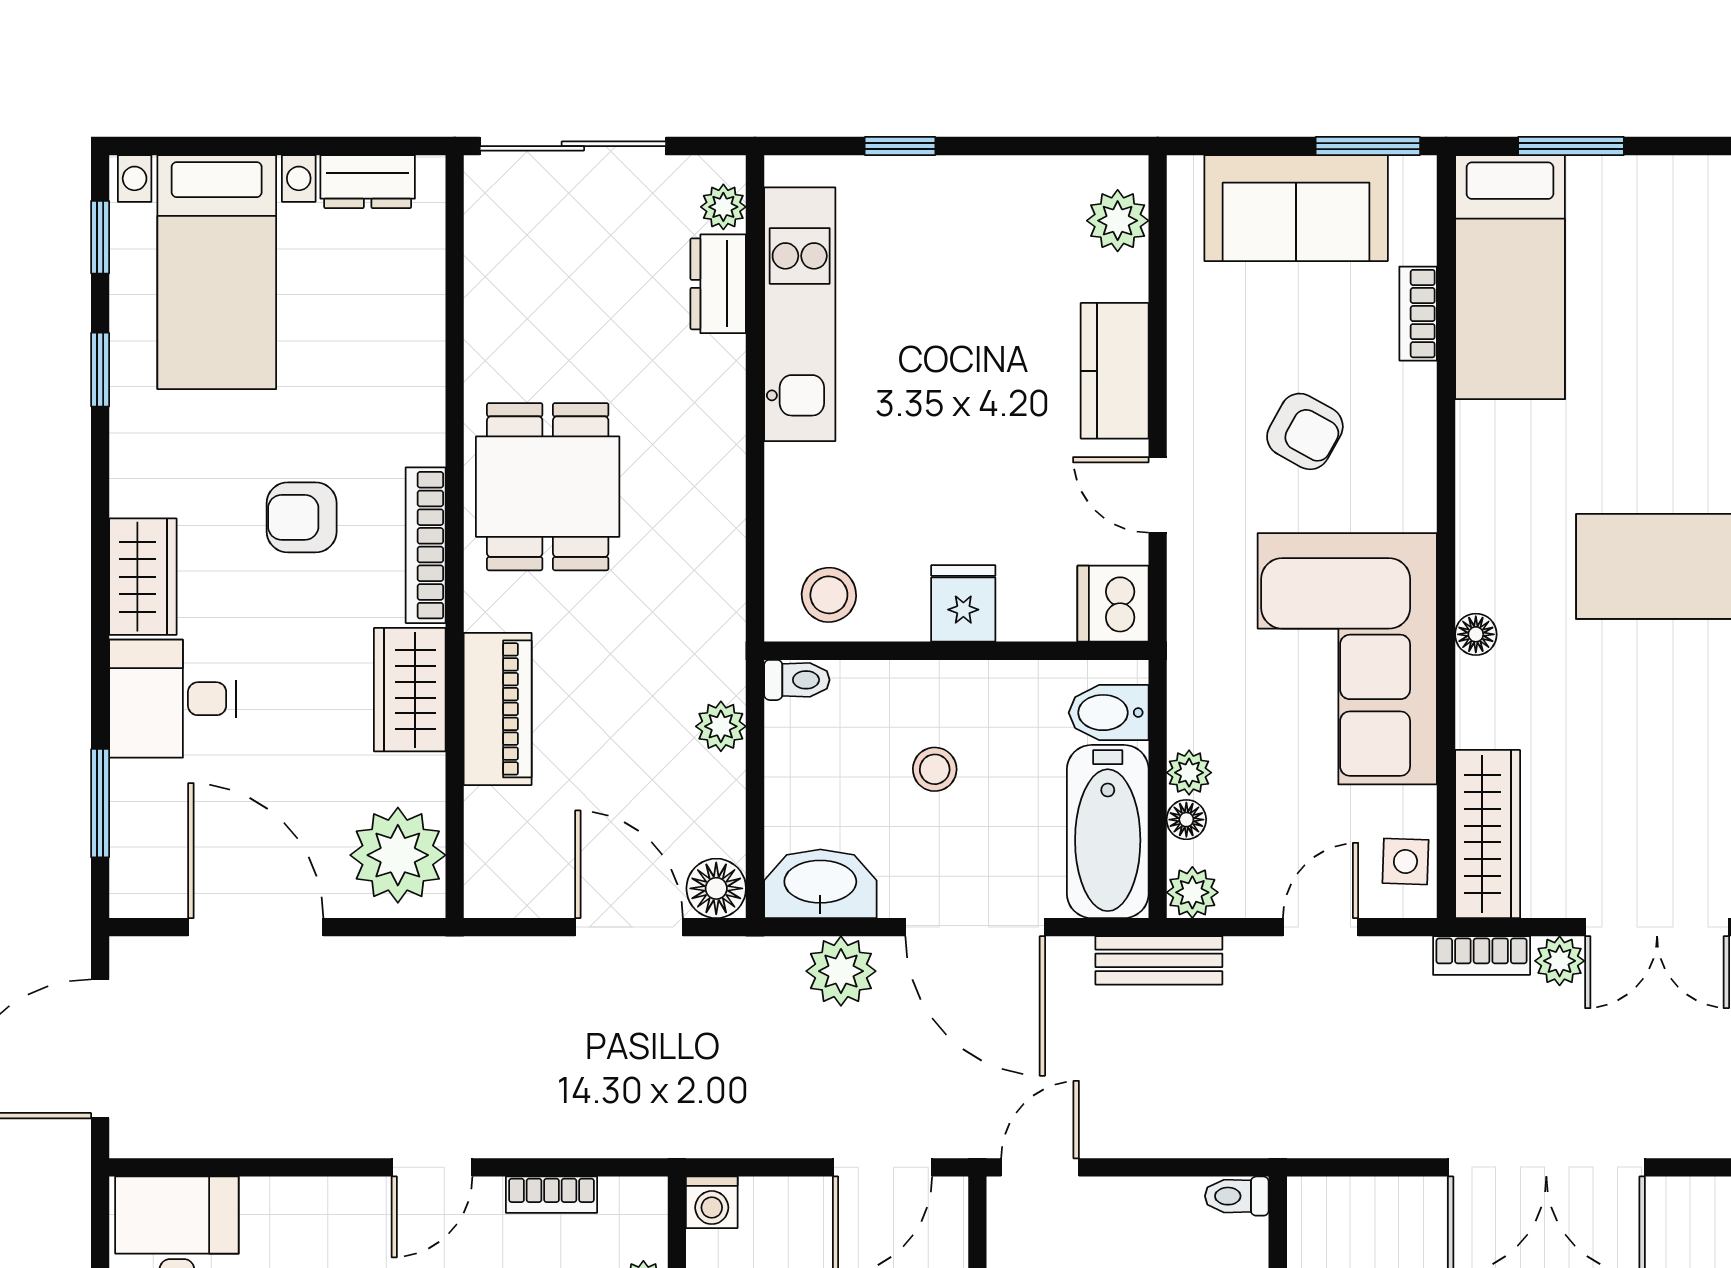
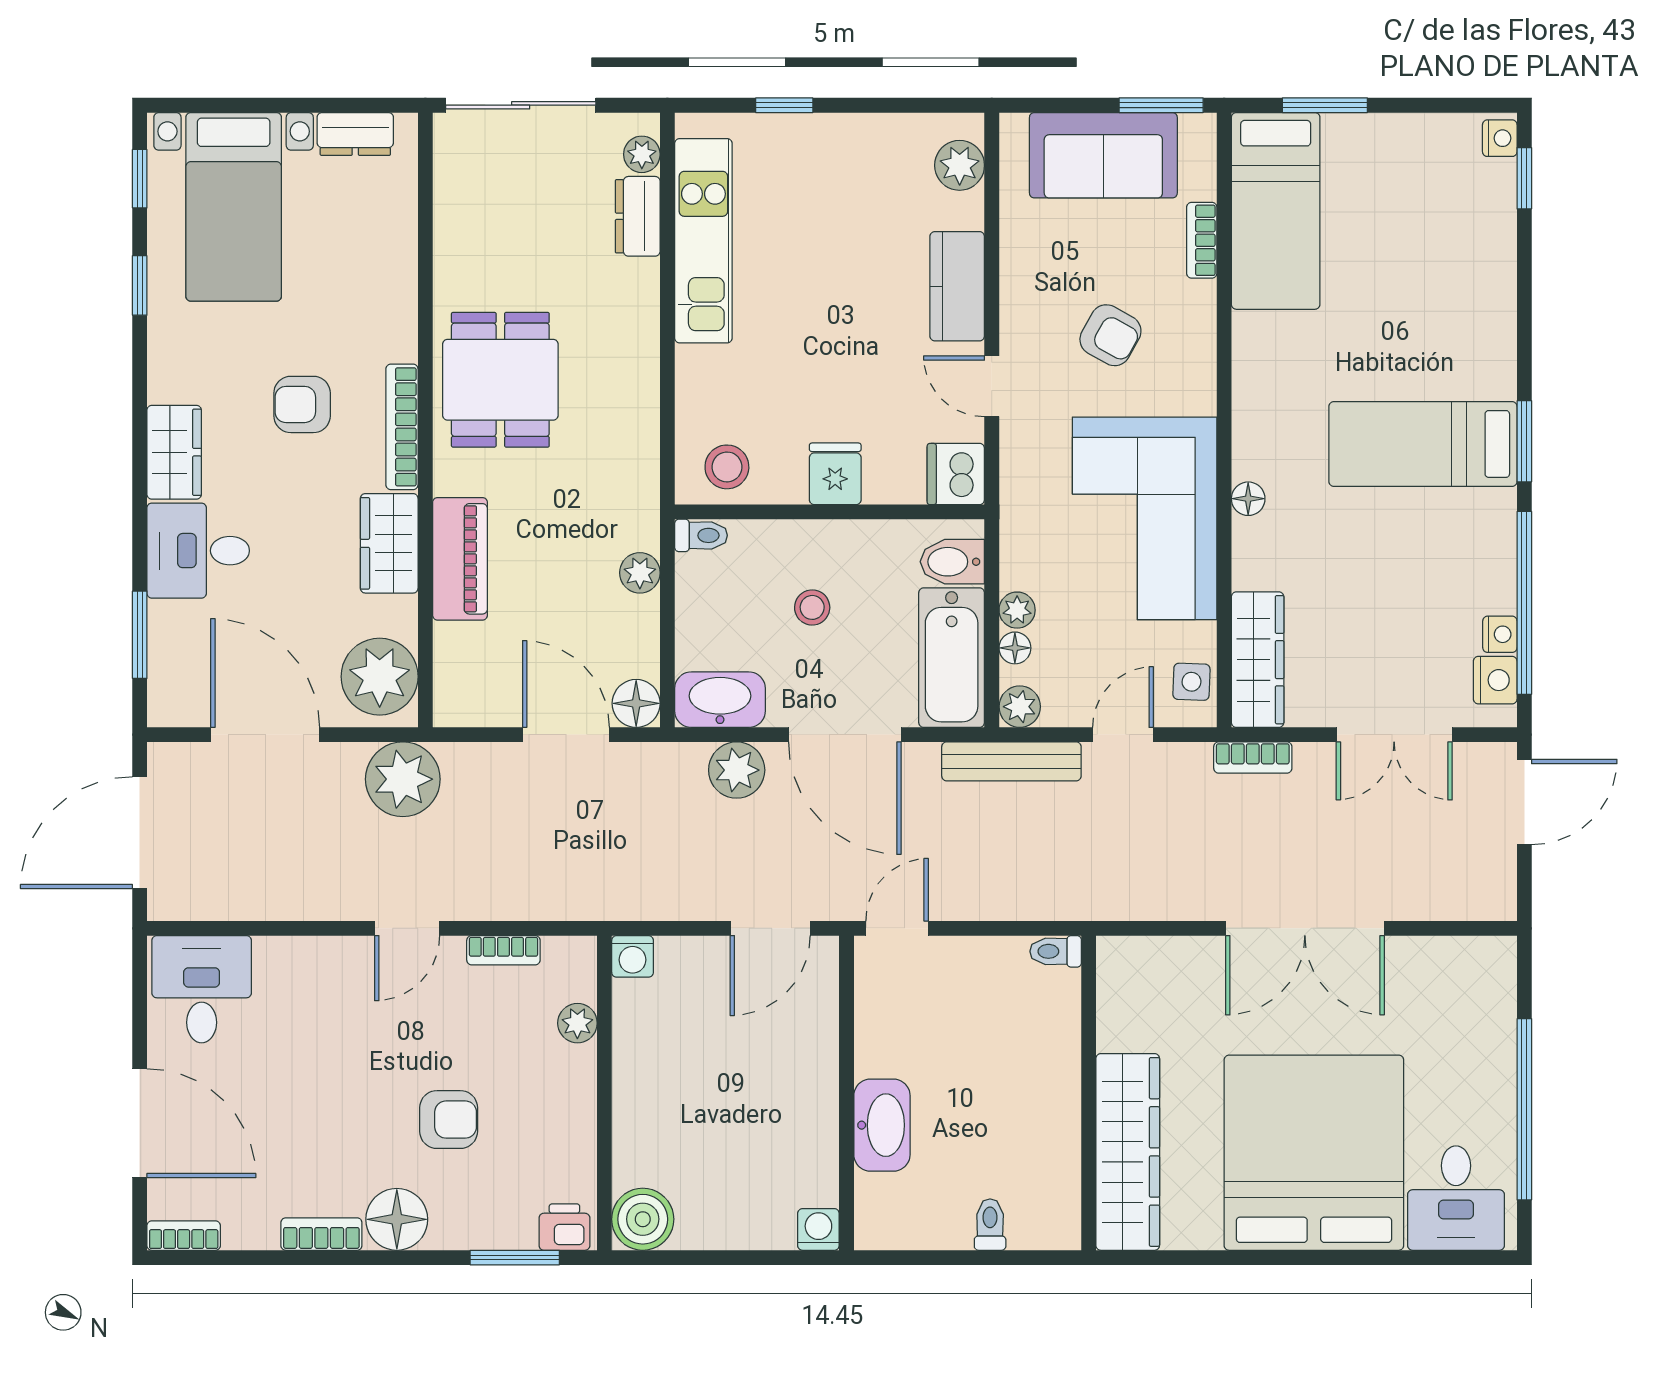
bench: (1159, 960) -> (1011, 761), width x1.36
plant: (1560, 961) -> (403, 779), moved, width x1.87, depth x1.87

